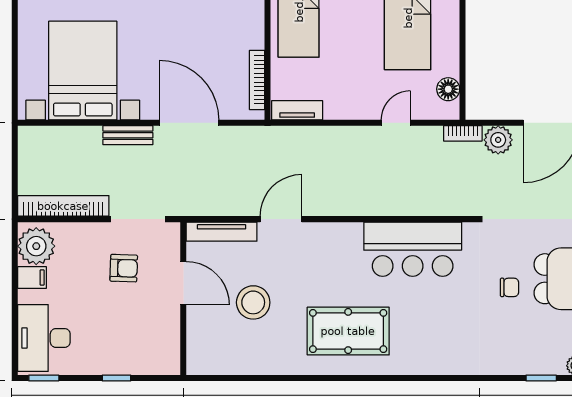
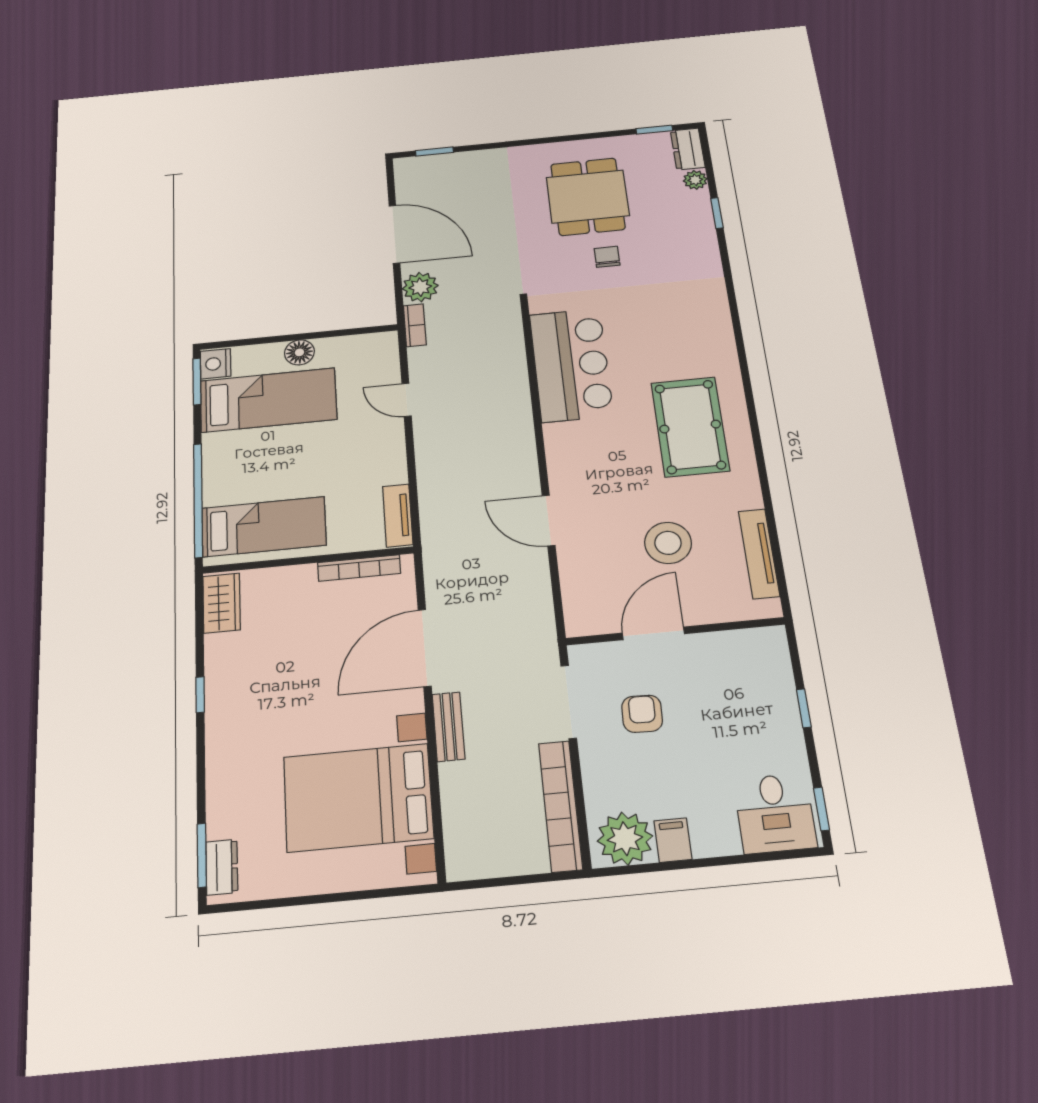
floor lamp: (448, 89) -> (299, 352), moved
tv unit: (222, 232) -> (759, 554), moved, turned 180
desk: (44, 338) -> (775, 813), width x0.73

